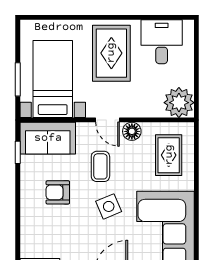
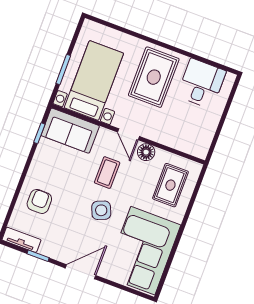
plant: (179, 103) -> (197, 142), removed
armchair: (58, 192) -> (39, 201), moved, turned 90

